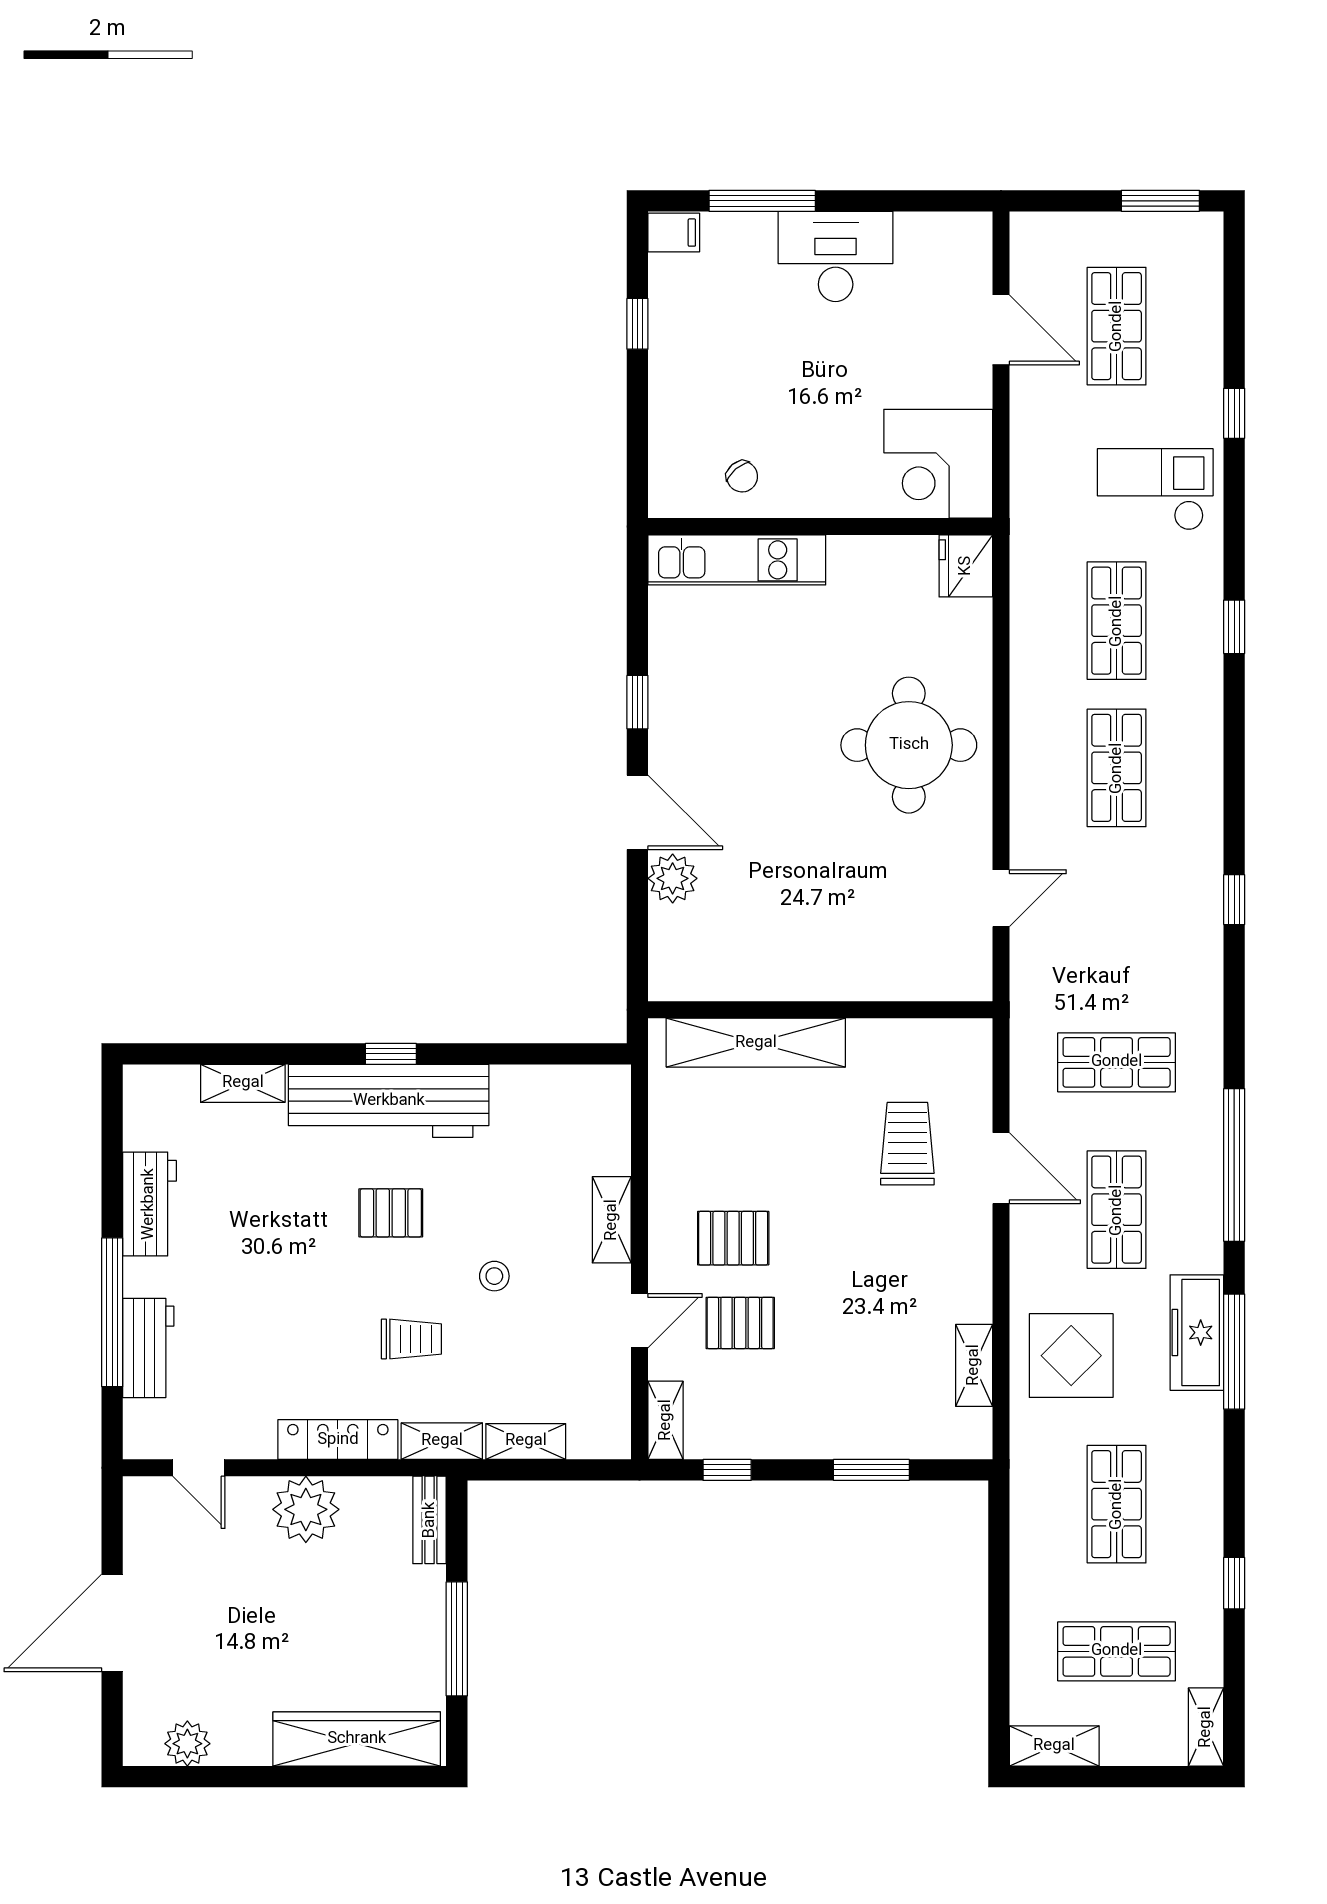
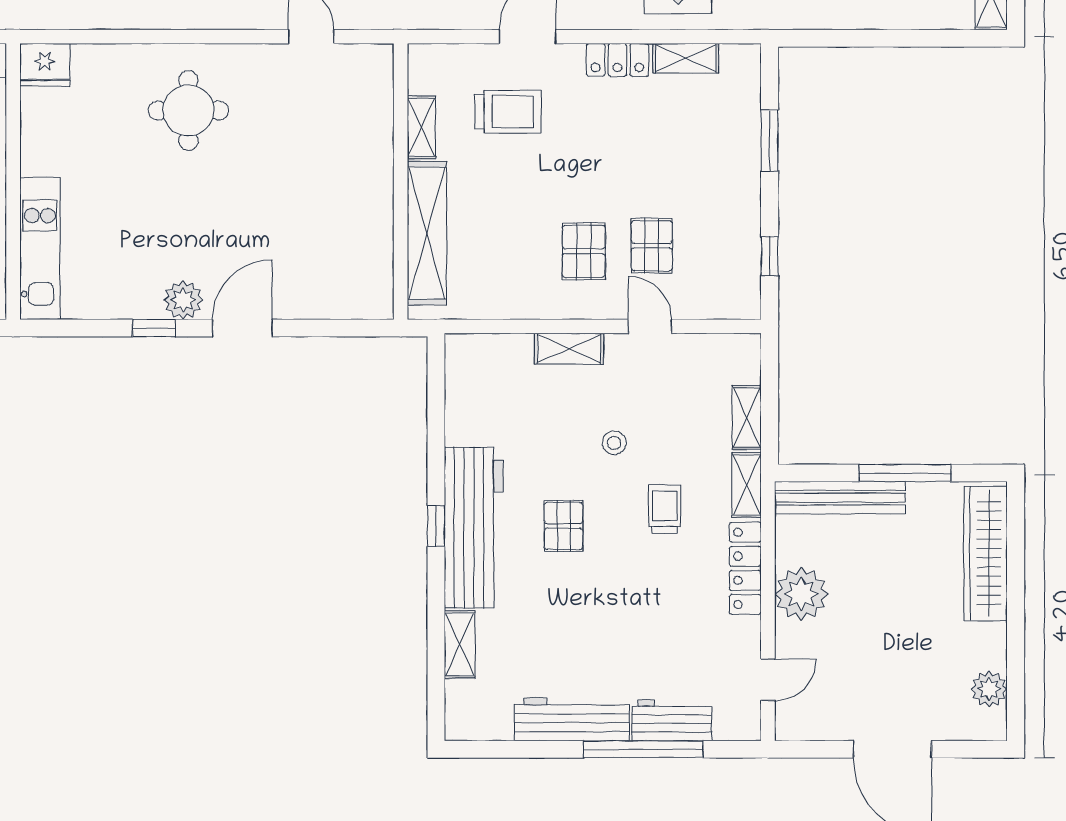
round table: (909, 745) -> (188, 110), width x0.73, depth x0.73
plant: (673, 878) -> (183, 300), moved
trolley: (907, 1144) -> (508, 112), turned 180
workbench: (149, 1204) -> (572, 719), width x1.37
locker: (972, 1280) -> (617, 60), added
shelving: (666, 1420) -> (421, 127), moved, turned 90
bench: (430, 1520) -> (840, 498), width x1.86, depth x1.21

